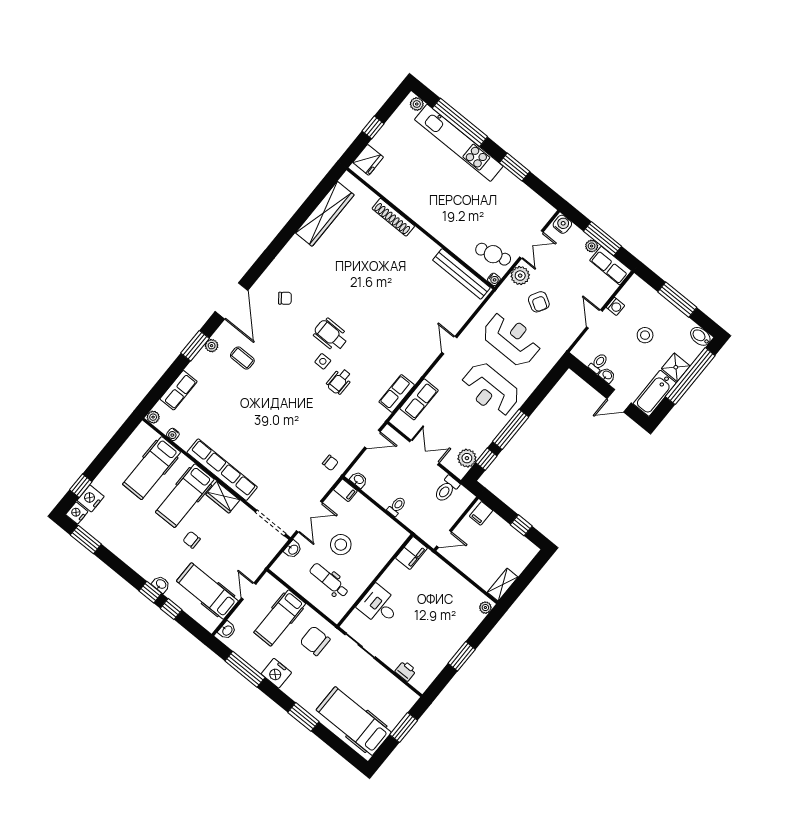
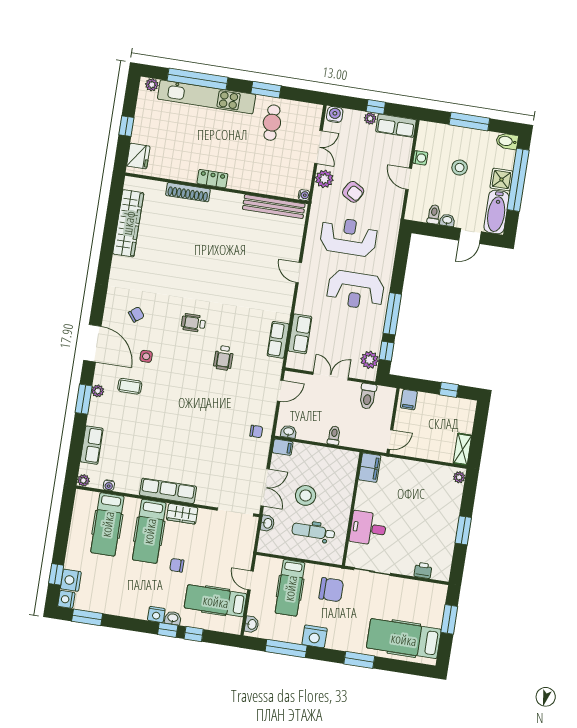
locker: (422, 218) -> (212, 179), added
window: (602, 239) -> (376, 107), width x0.46
cafe table: (493, 254) -> (272, 123), moved, turned -74
wheelchair: (331, 335) -> (193, 323), width x0.73, depth x0.73
side table: (323, 361) -> (146, 356), moved
row of seats: (222, 470) -> (168, 491), width x0.73
nightstand: (148, 573) -> (156, 614), added
chair: (315, 641) -> (331, 590), turned 180

